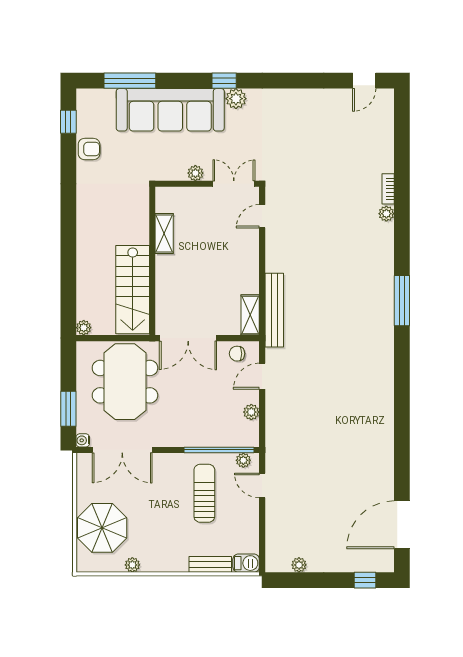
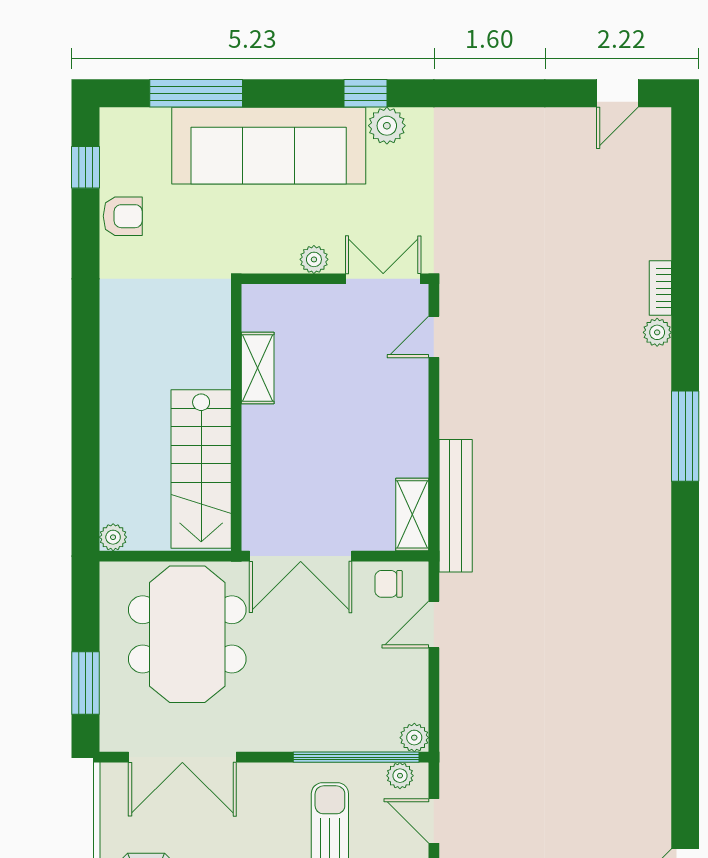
window: (402, 301) -> (685, 436), moved
plant: (251, 412) -> (414, 738), moved
water cooler: (83, 440) -> (111, 740), removed

